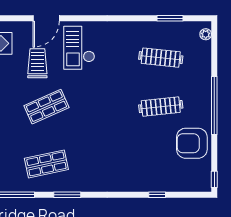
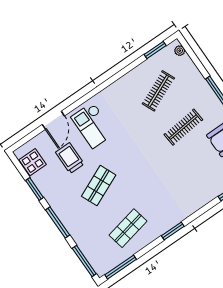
window: (170, 18) -> (155, 50), moved
clothes rail: (161, 58) -> (158, 91), turned -30
window: (67, 195) -> (173, 231), moved

